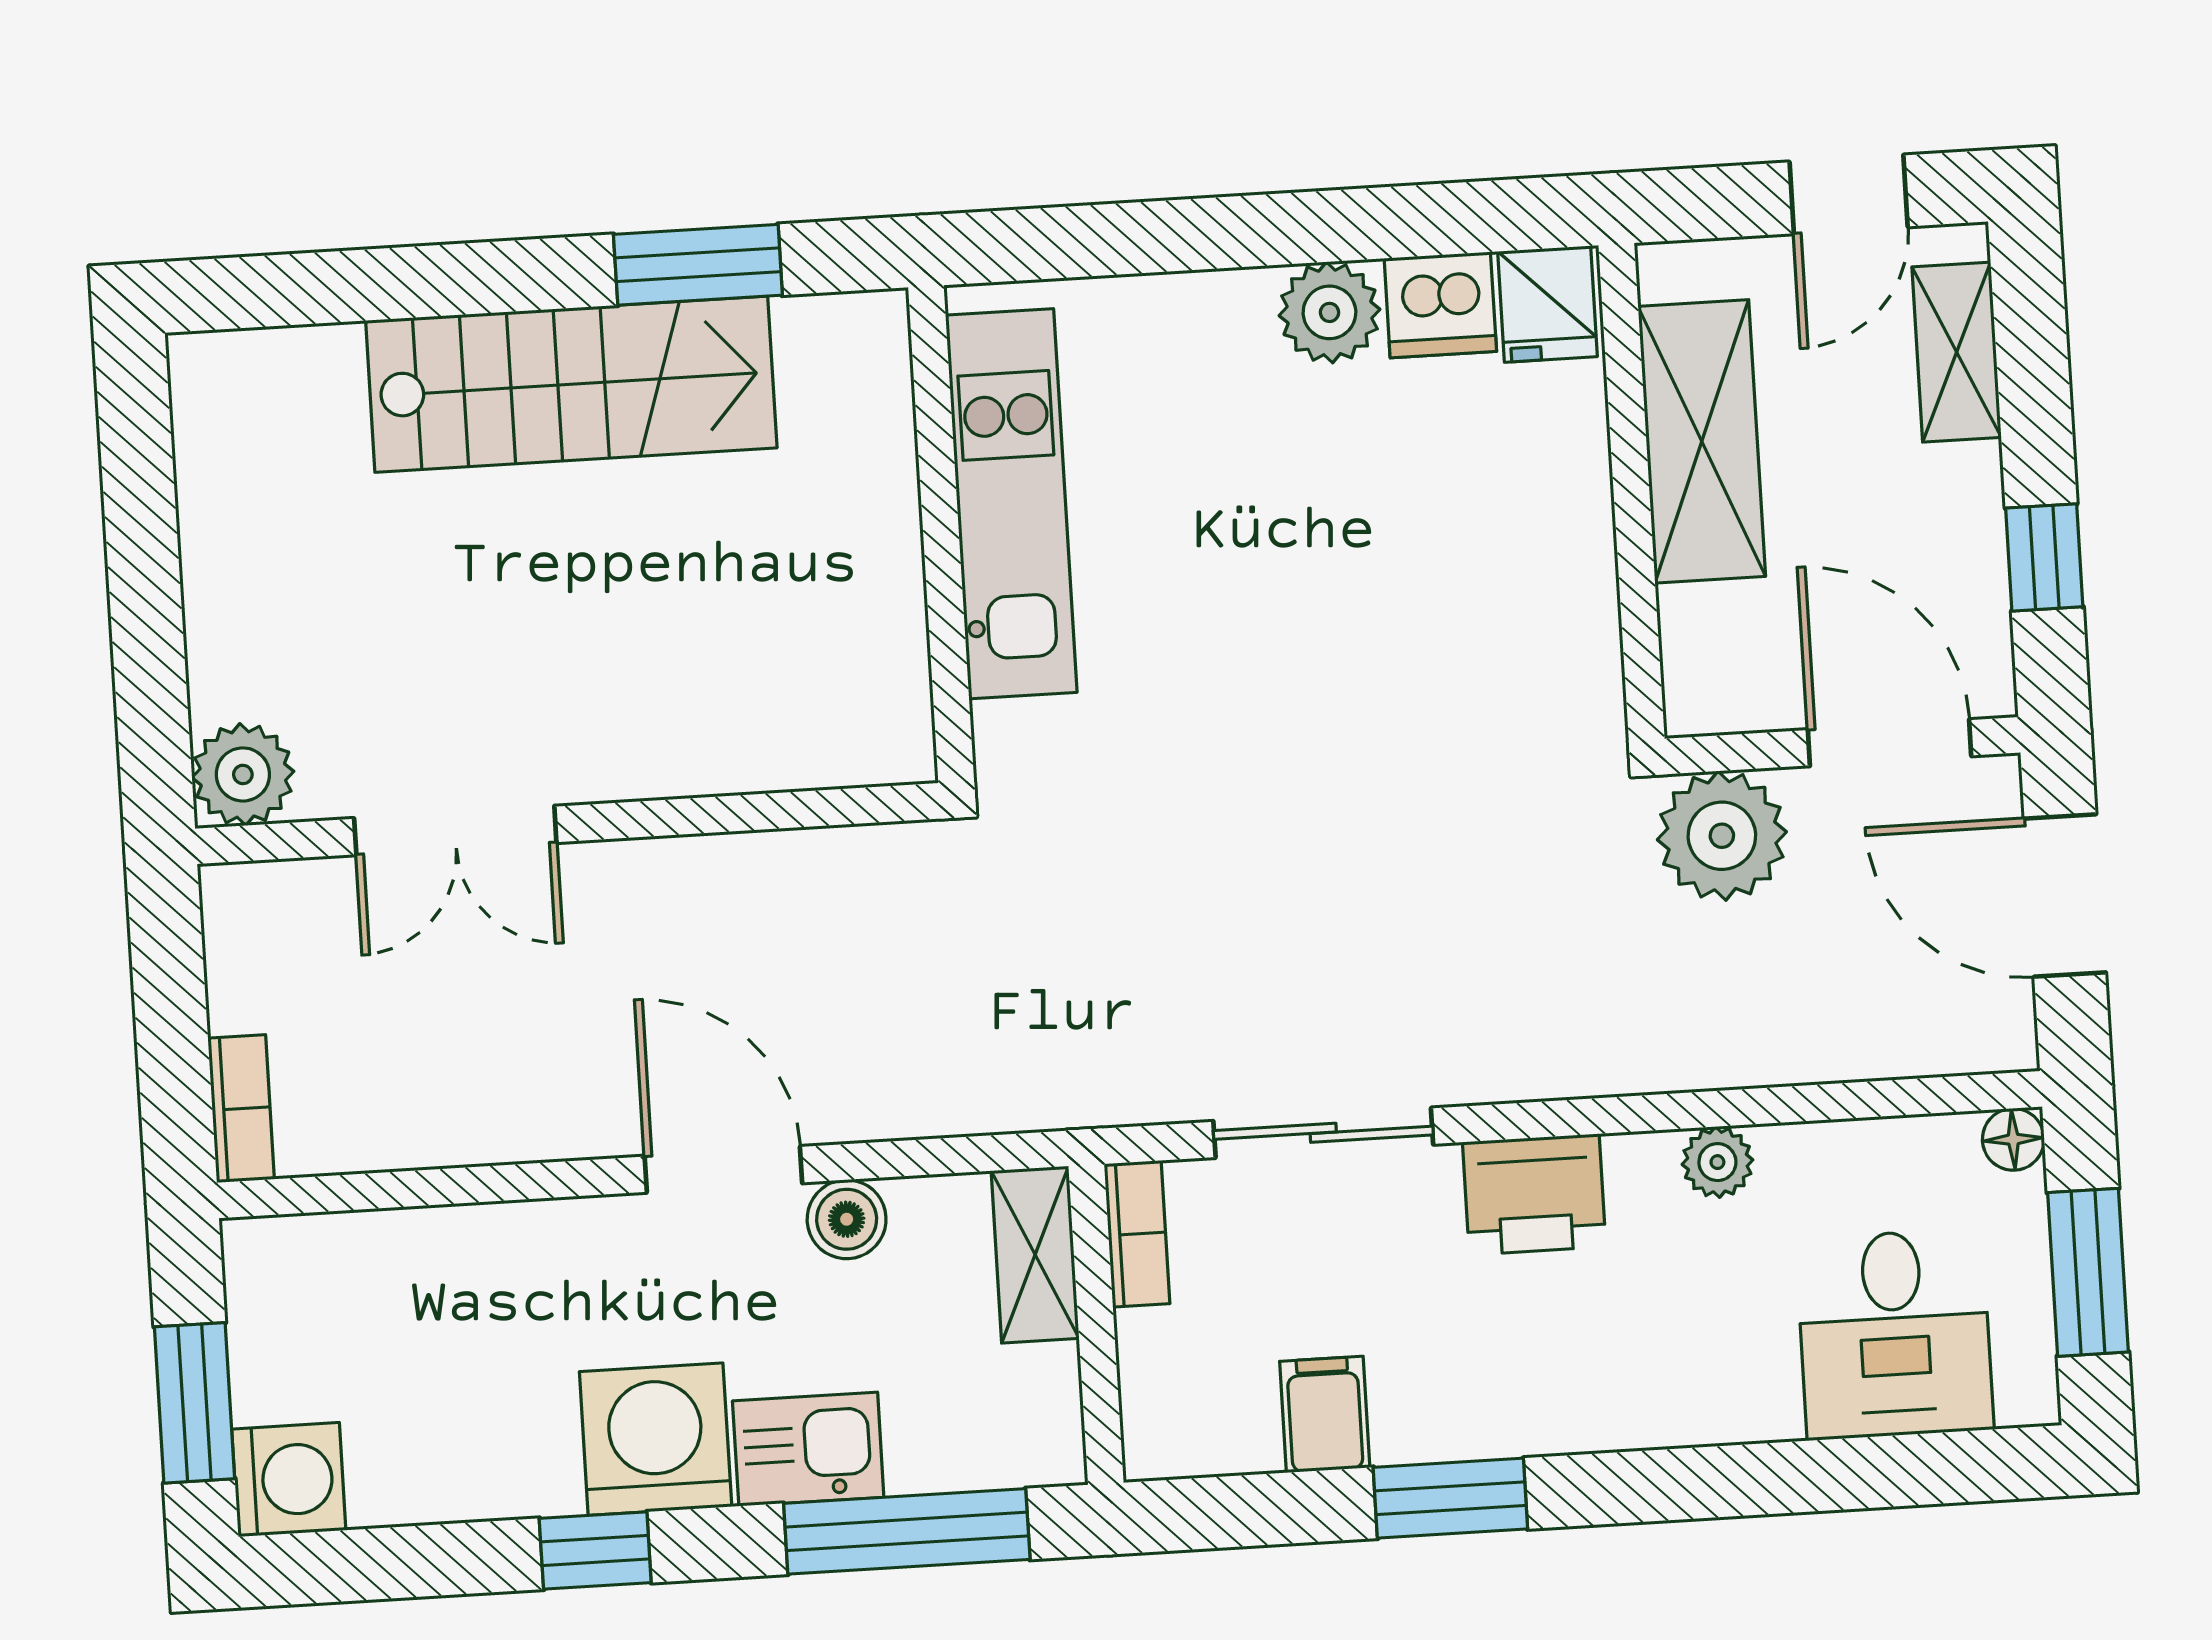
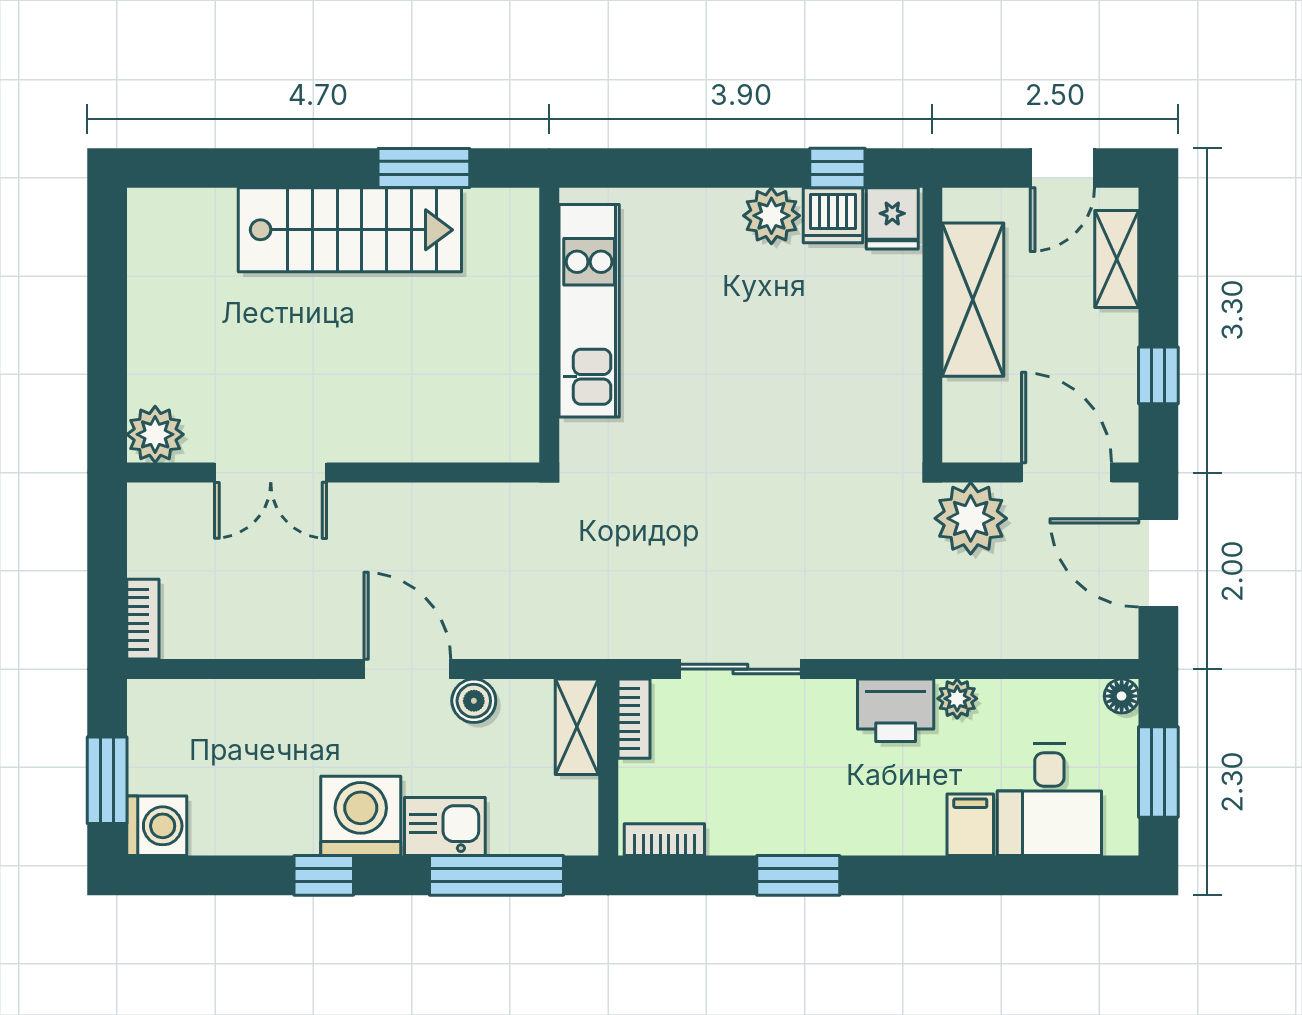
window: (1443, 219) -> (837, 168), added
printer: (1534, 1194) -> (896, 710), moved
filing cabinet: (1325, 1414) -> (970, 825), moved
bookcase: (1205, 1449) -> (664, 840), added

